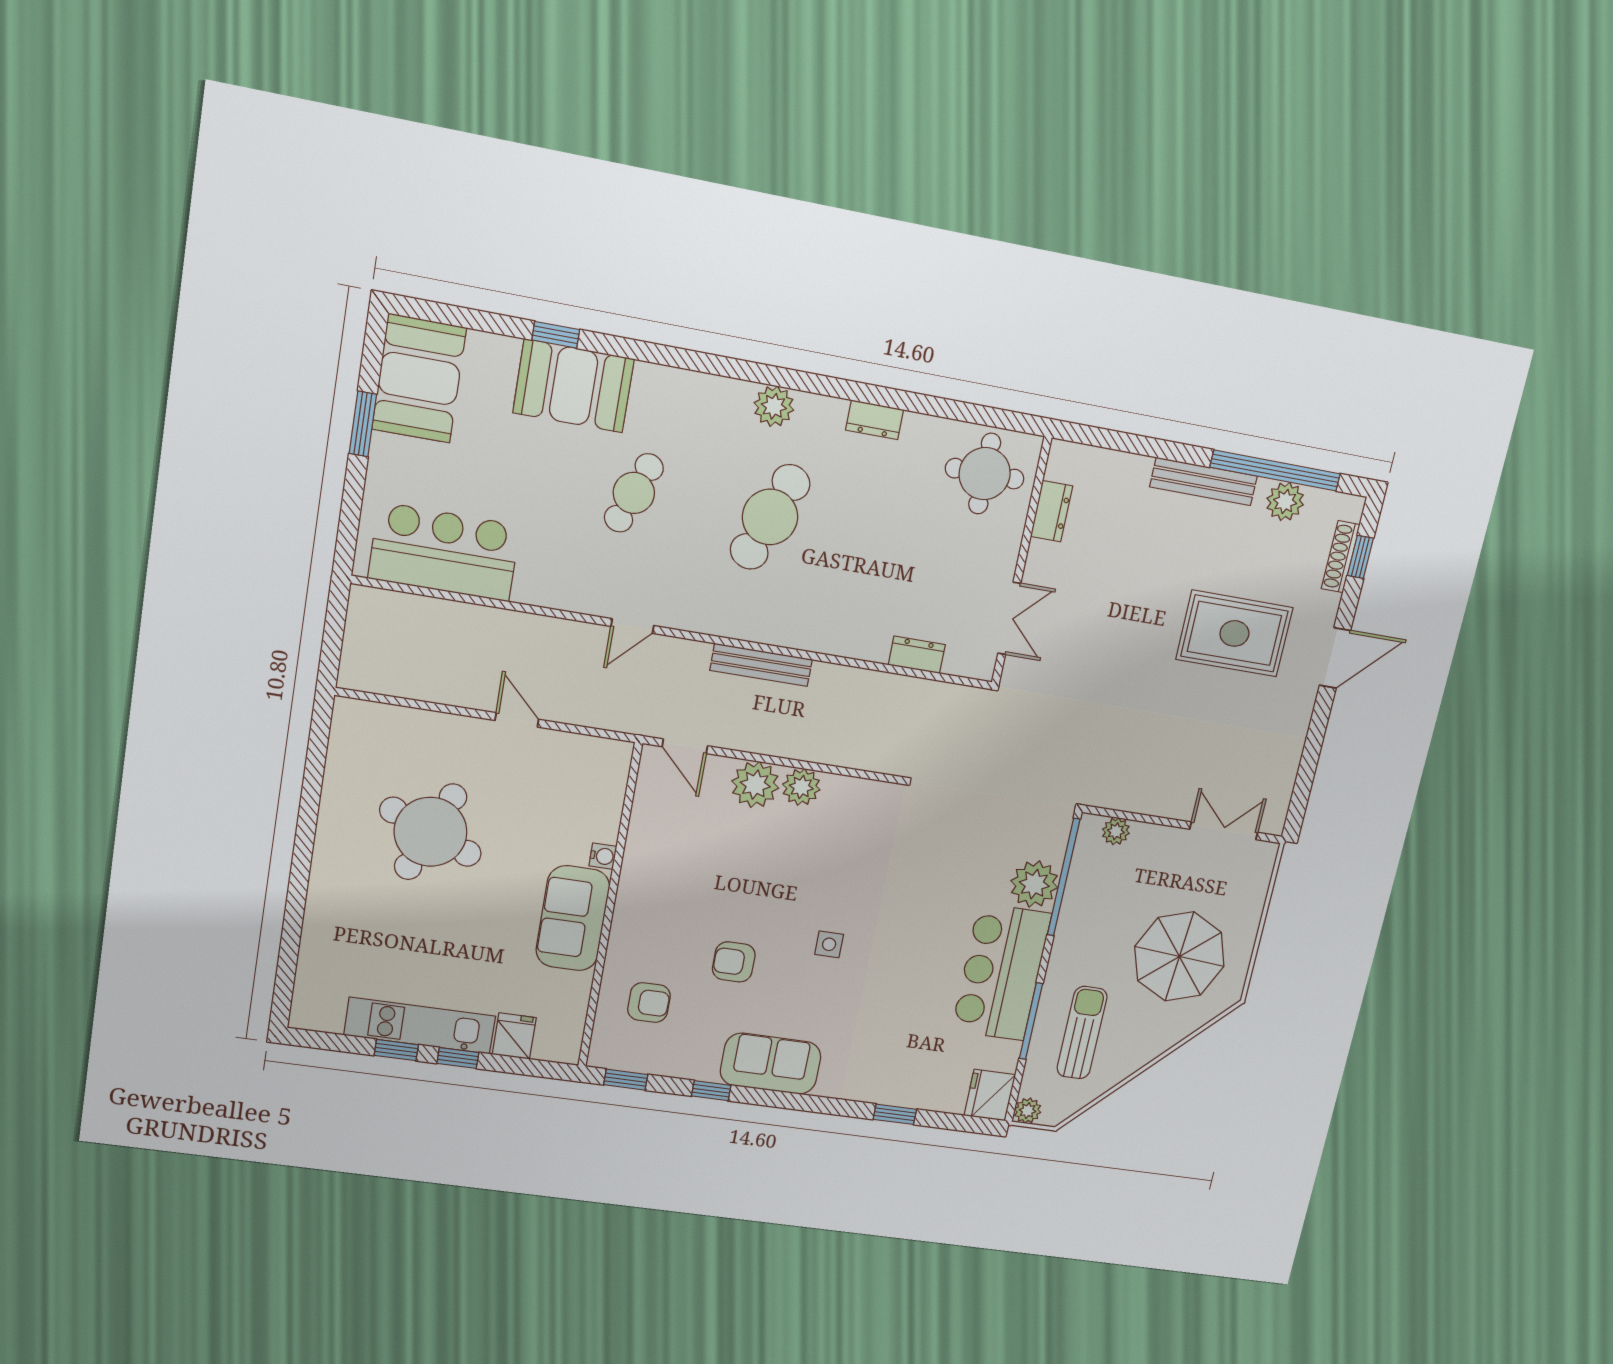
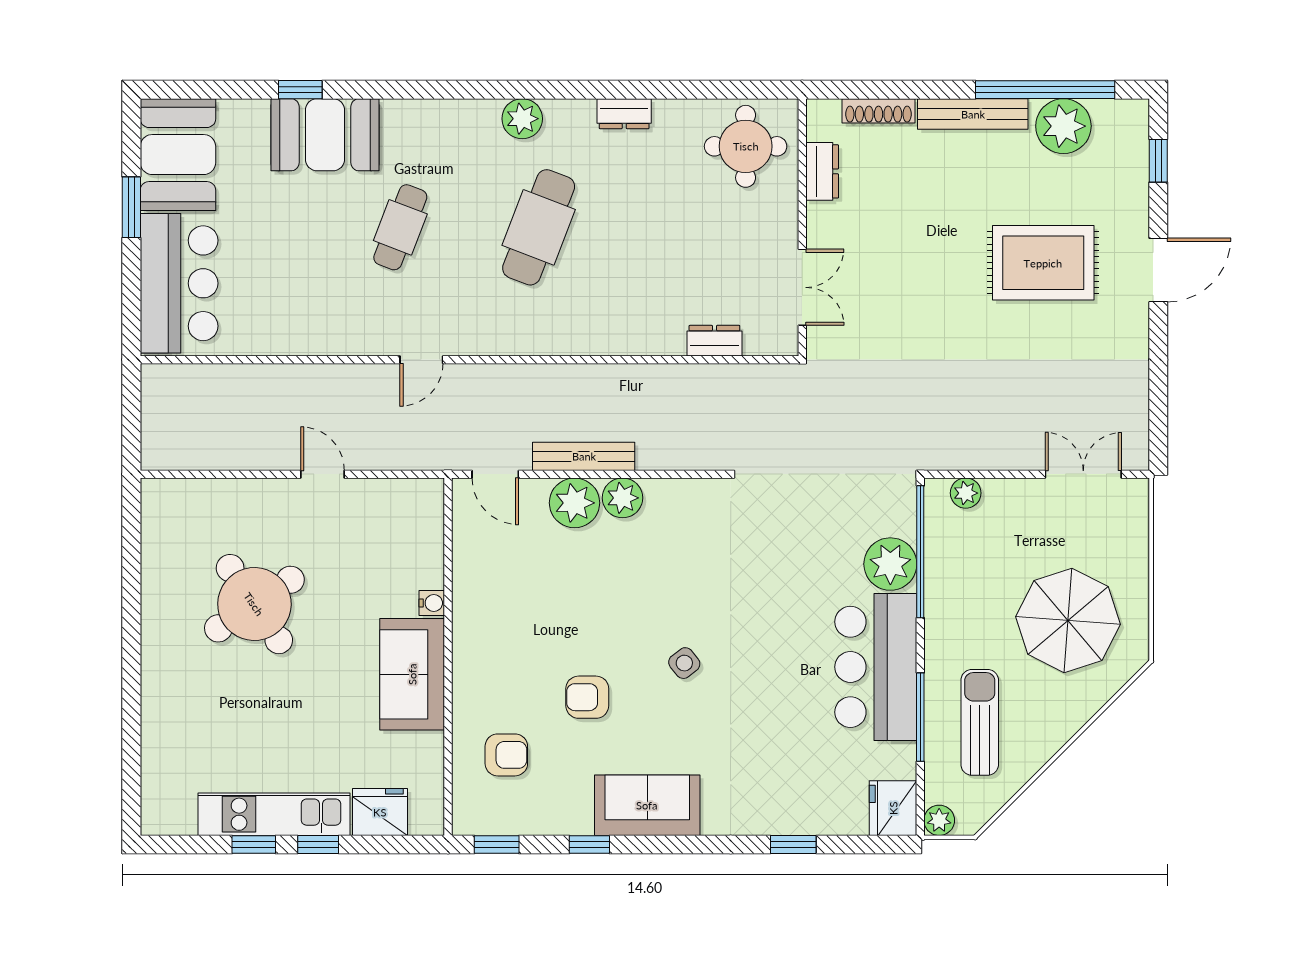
plant: (1285, 501) -> (1063, 126), width x1.36, depth x1.36
bar counter: (444, 552) -> (179, 283), moved, turned 90
shoe rack: (1341, 557) -> (878, 111), moved, turned -90
bench: (761, 665) -> (584, 456), moved
round table: (431, 832) -> (254, 604), turned 33
side table: (829, 944) -> (684, 663), turned -38
fridge: (514, 1036) -> (380, 812), width x1.38

